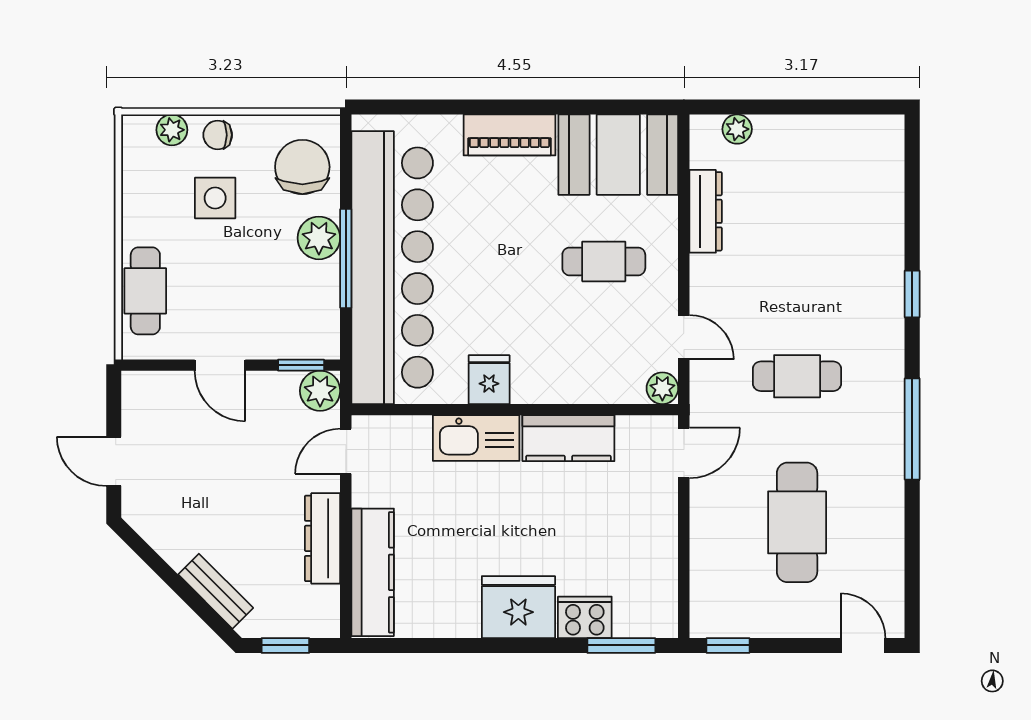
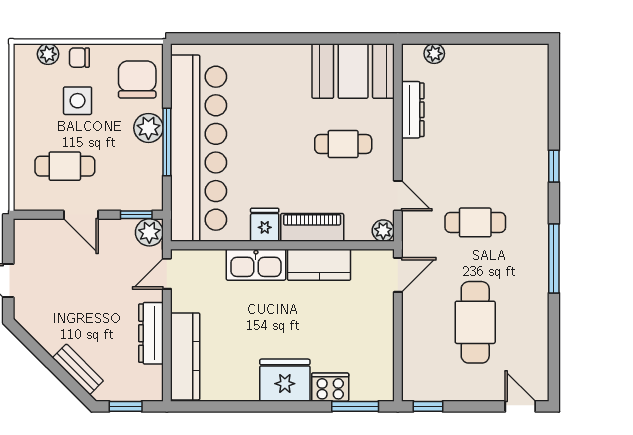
piano: (509, 135) -> (312, 227), moved, turned 180
cafe table: (145, 291) -> (65, 166), moved, turned 90

